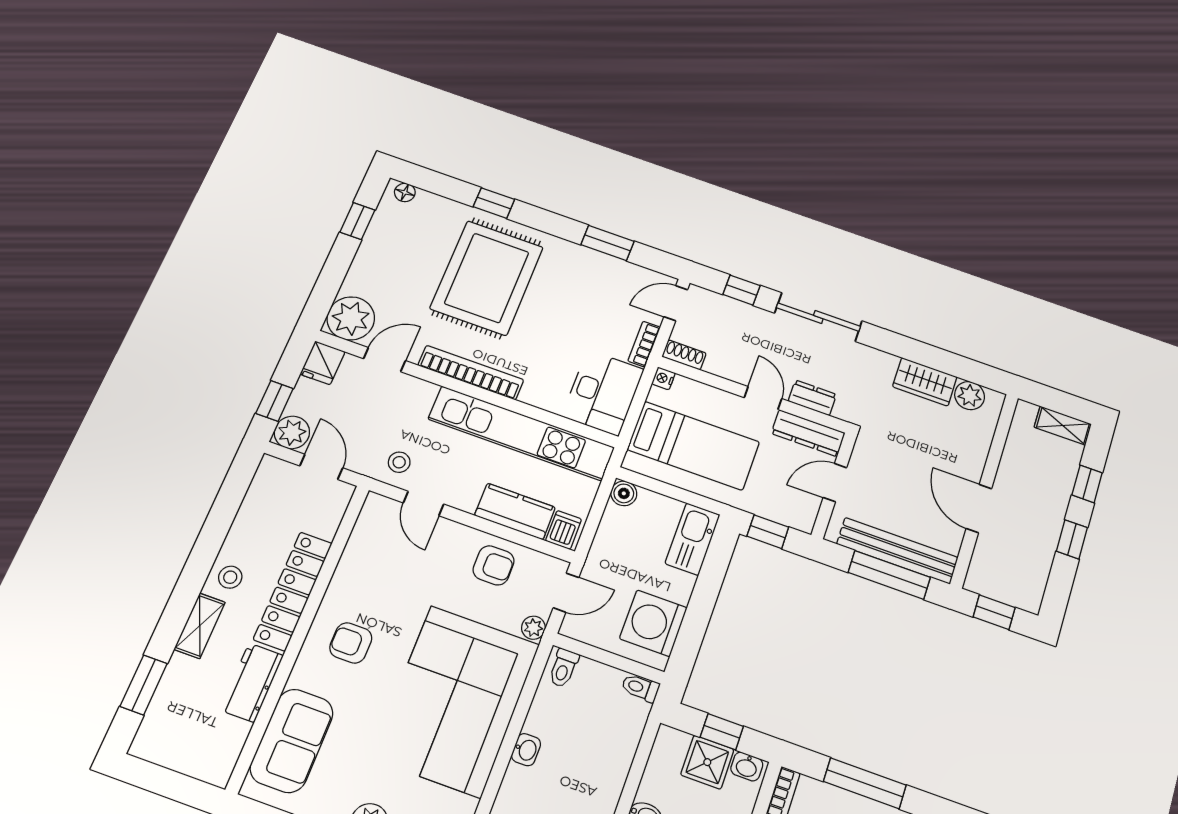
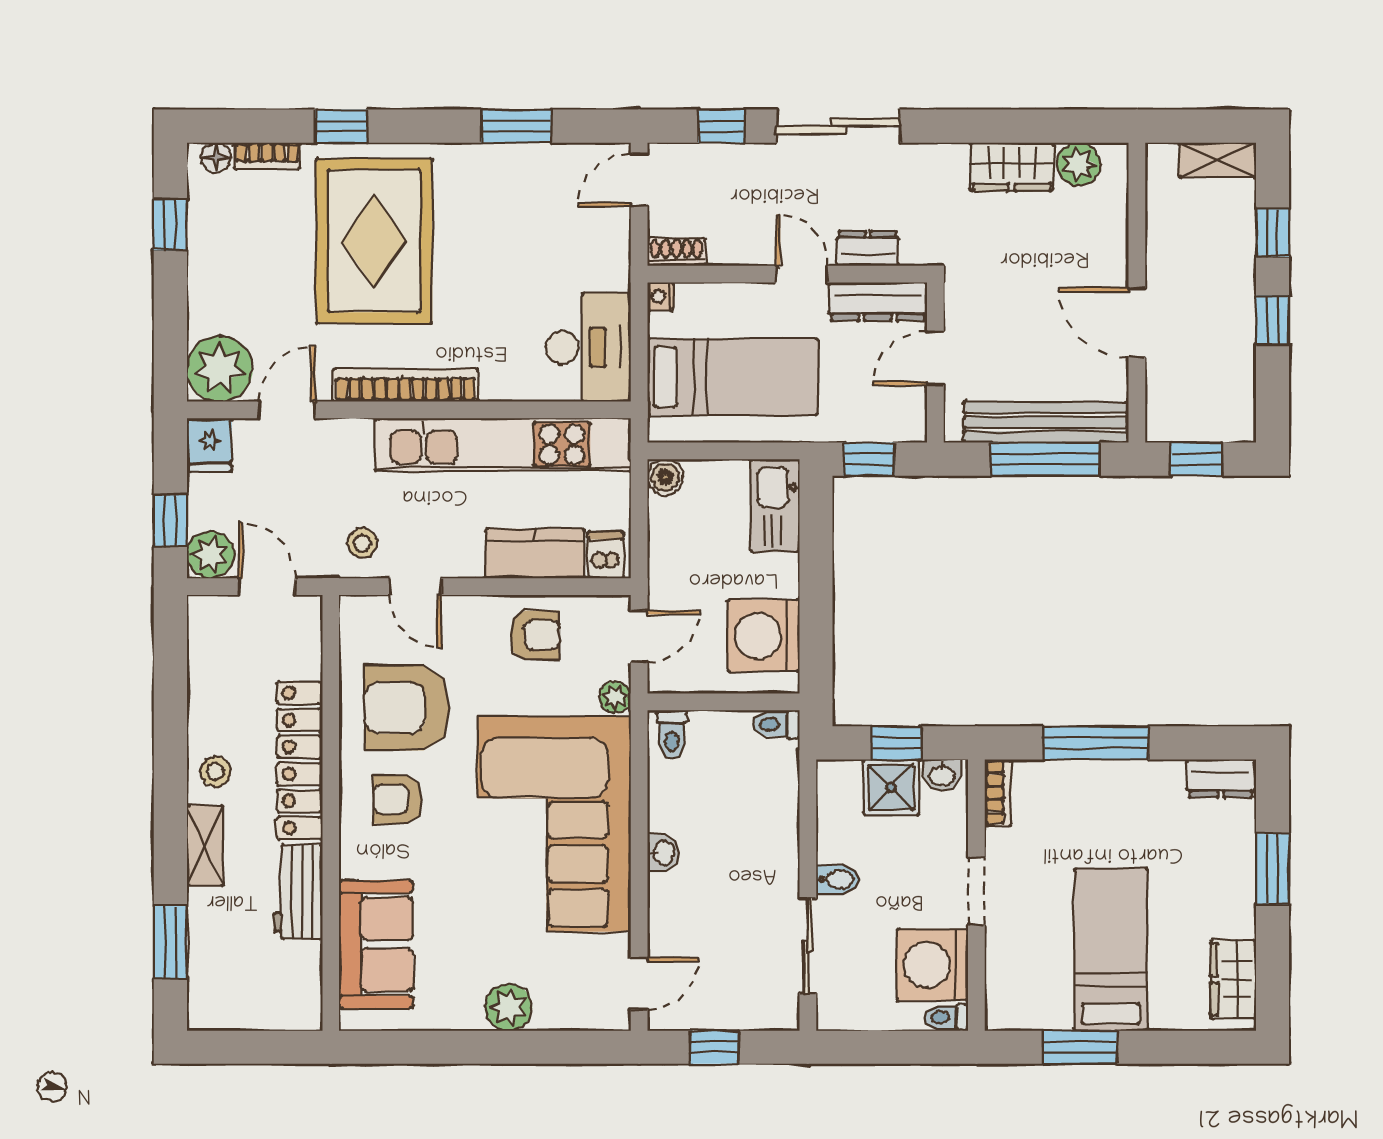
bookcase: (644, 344) -> (267, 156), moved, turned -90
armchair: (384, 582) -> (407, 708), added

